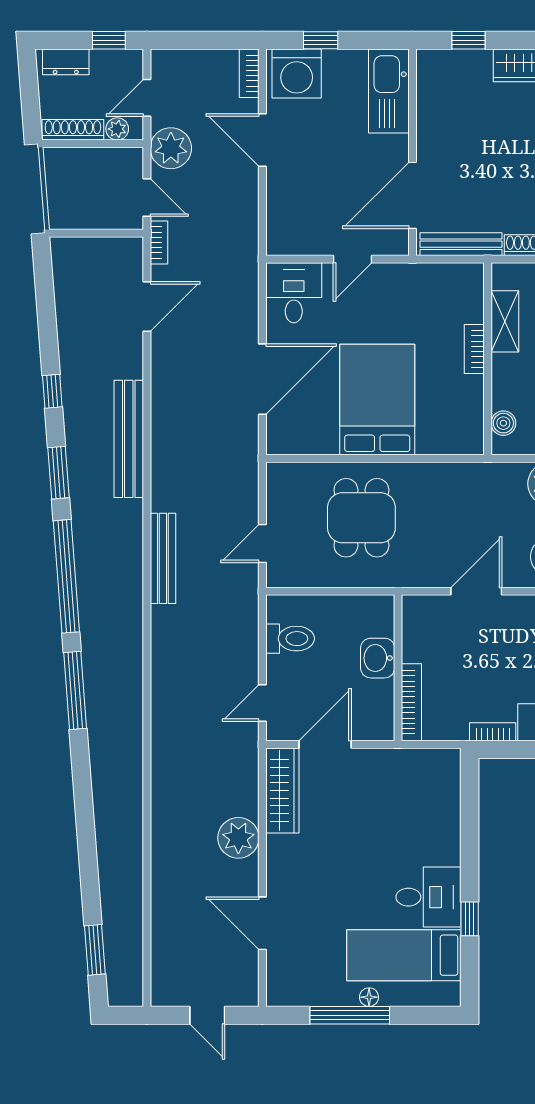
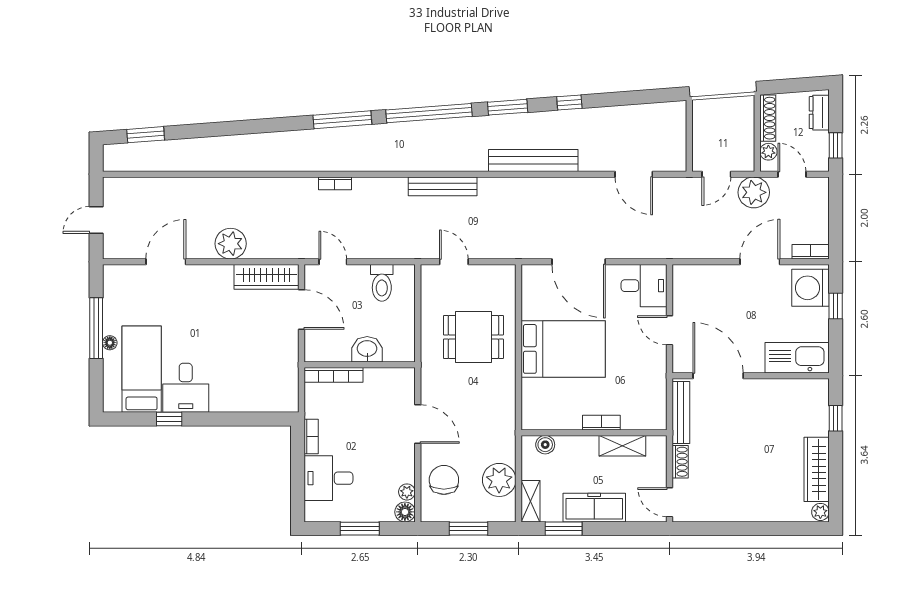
bookcase: (159, 243) -> (335, 183), moved

